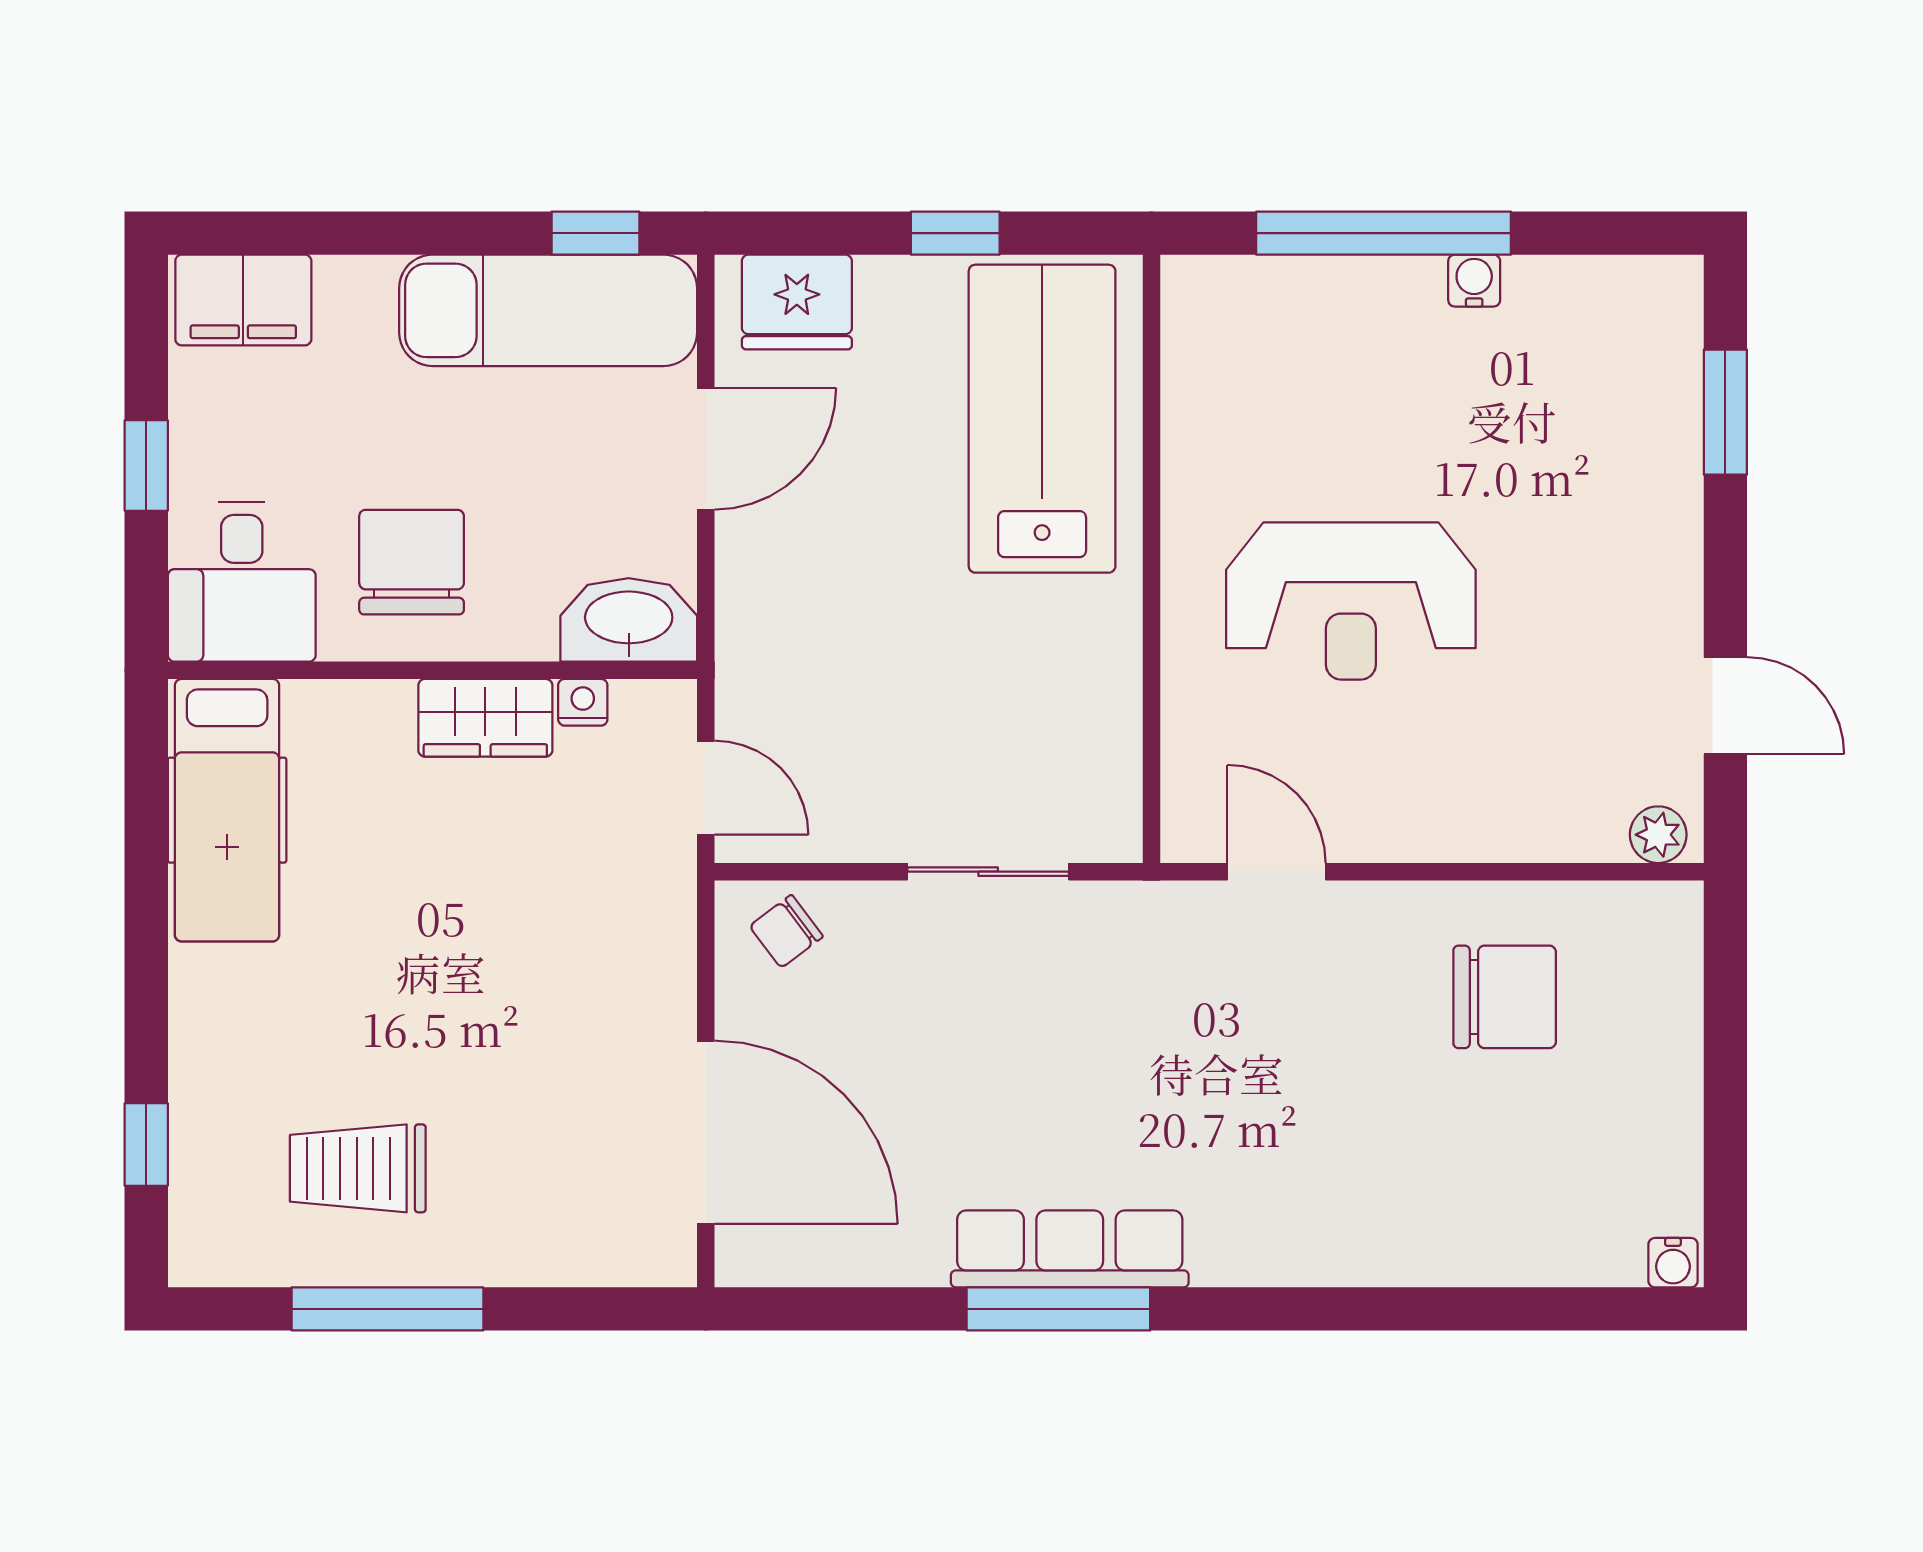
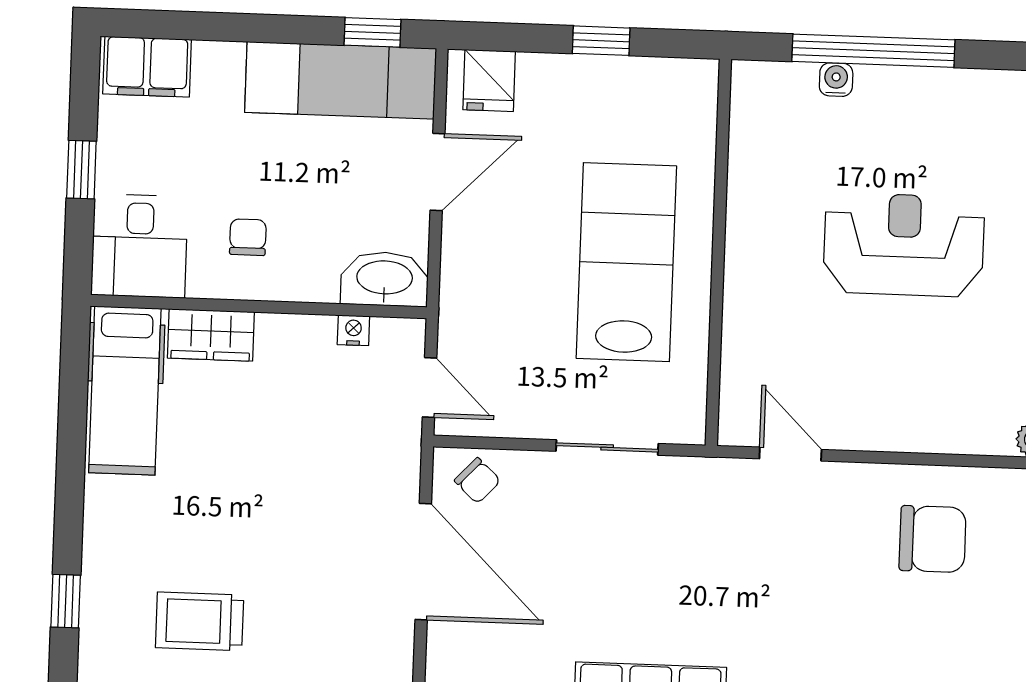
water cooler: (1474, 281) -> (836, 80), moved
fridge: (797, 302) -> (489, 80), width x0.72
lab bench: (1042, 419) -> (626, 262), moved
chair: (412, 562) -> (248, 237), width x0.54, depth x0.54
reception desk: (1351, 601) -> (904, 245), moved, turned 180
wardrobe: (485, 718) -> (211, 335), moved
chair: (786, 931) -> (477, 481), turned -100
door: (706, 1132) -> (423, 562), moved

